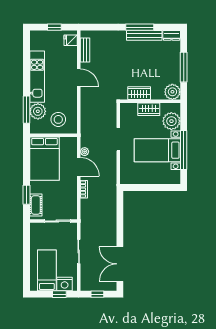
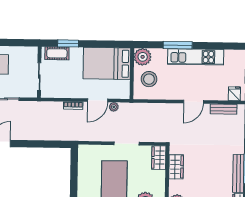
wardrobe: (149, 109) -> (159, 158), moved
window: (26, 110) -> (178, 45), moved
plant: (38, 111) -> (143, 57), moved

